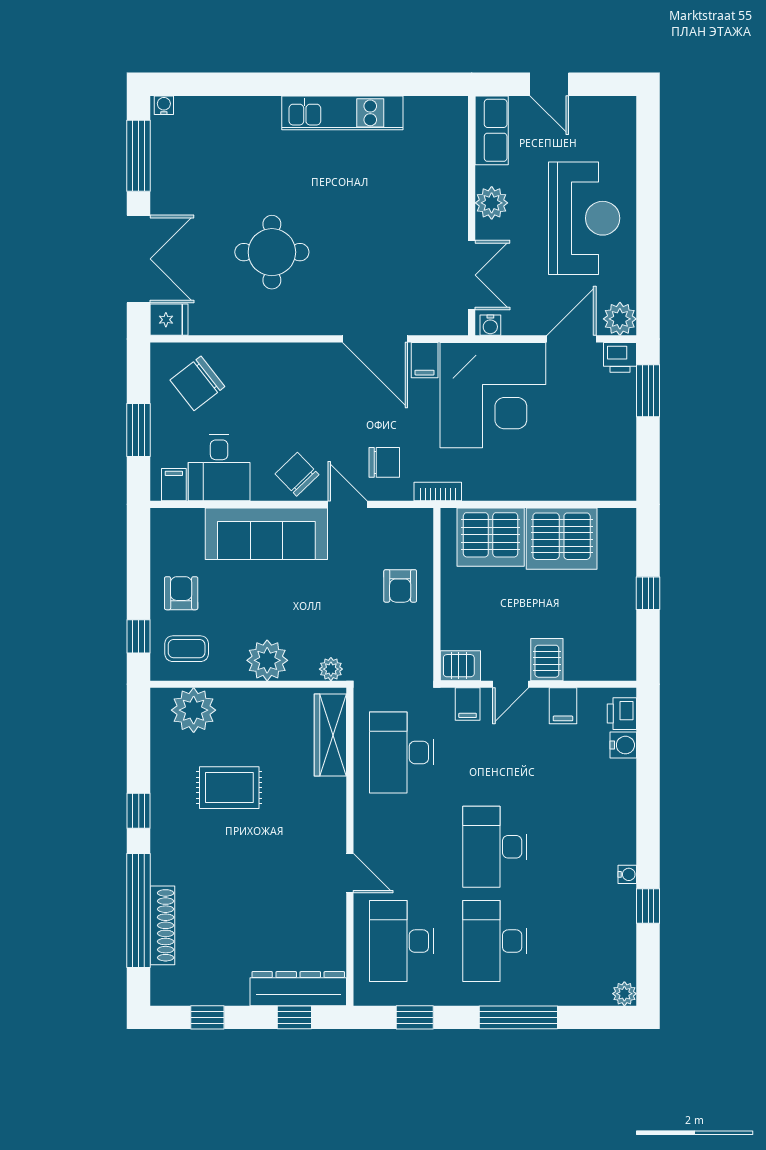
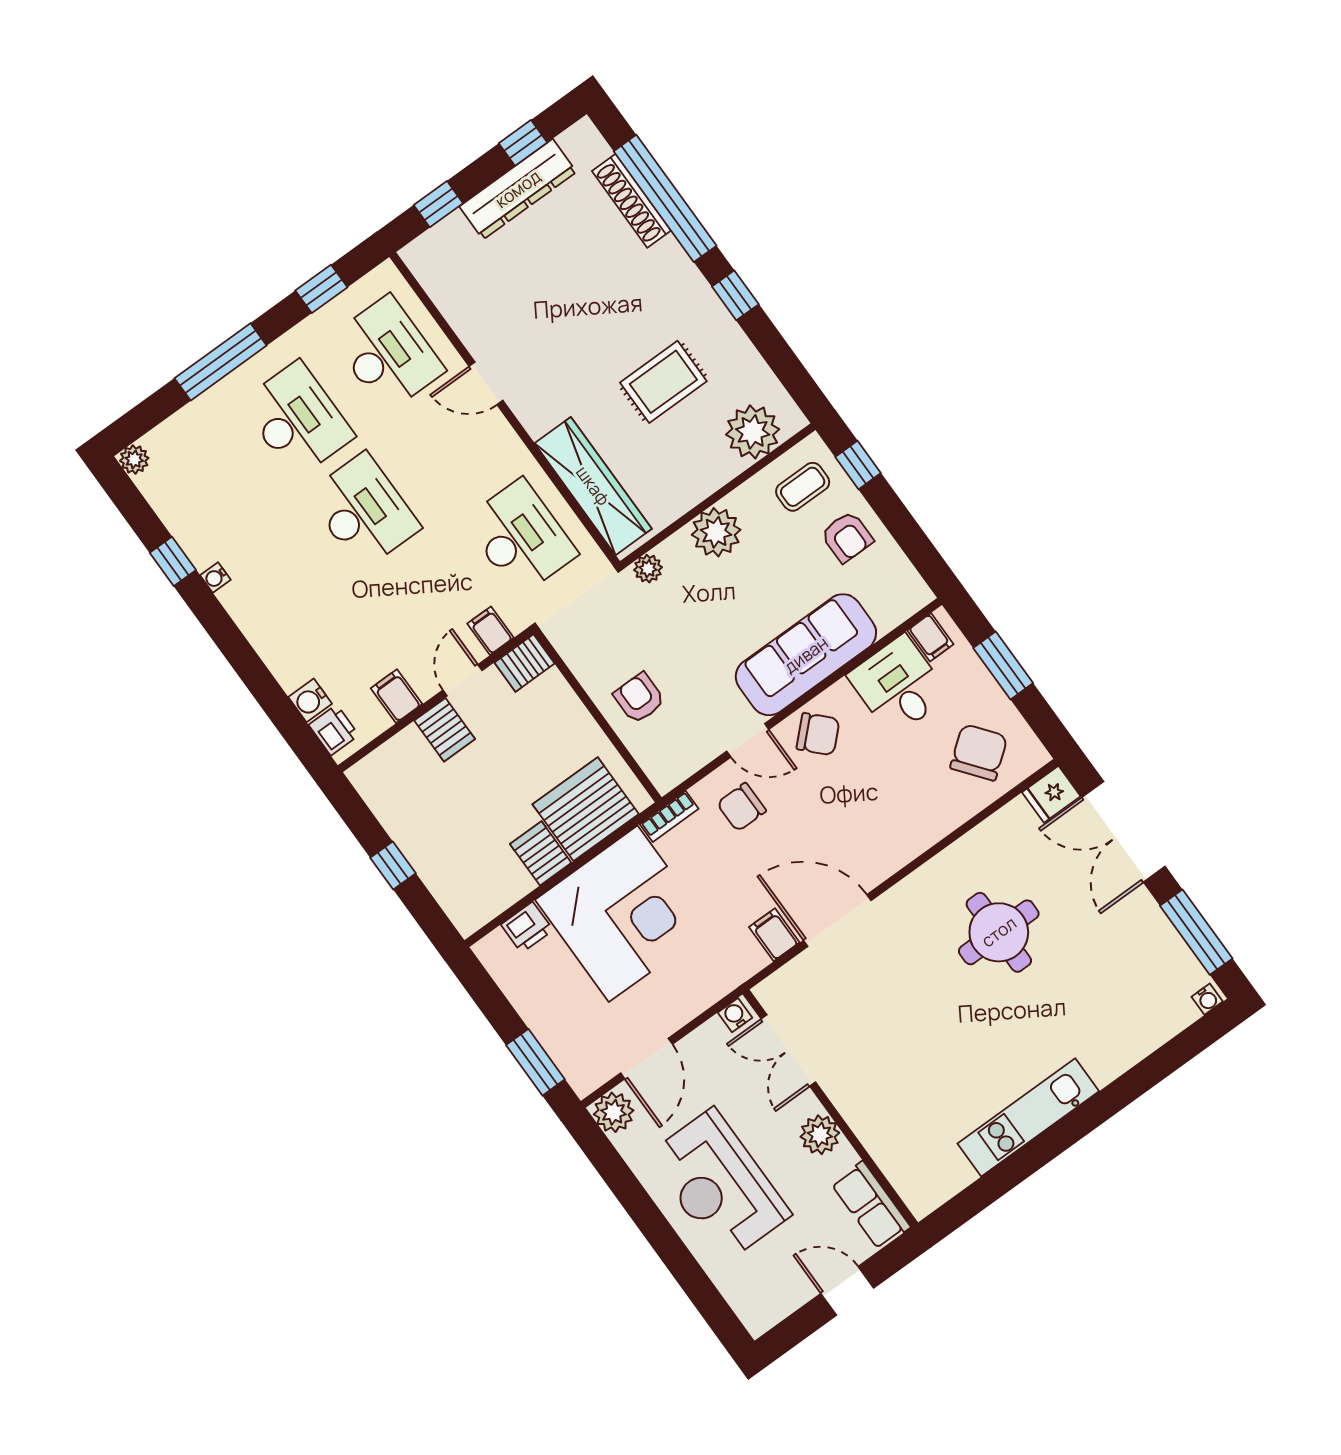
printer: (620, 357) -> (527, 927), moved, turned 180
corner desk: (493, 395) -> (623, 914), moved, turned 180
server rack: (562, 539) -> (541, 853), width x0.46, depth x0.70
wardrobe: (330, 735) -> (593, 486), width x1.40, depth x1.17
dresser: (298, 989) -> (518, 189), moved

